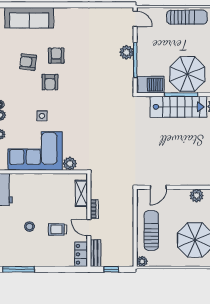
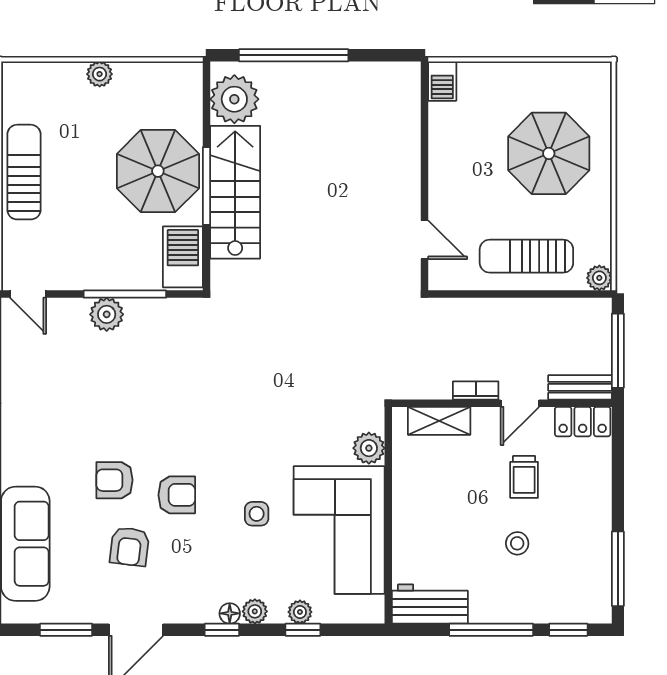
door: (135, 19) -> (28, 294), swing flipped
plant: (197, 195) -> (444, 149), removed
window: (111, 269) -> (618, 351), width x2.17

